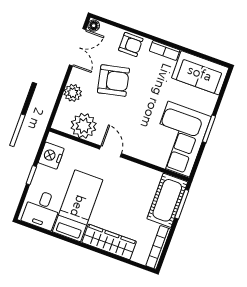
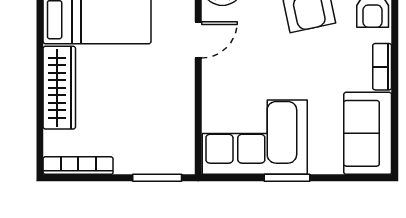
cot: (167, 200) -> (155, 153), removed

